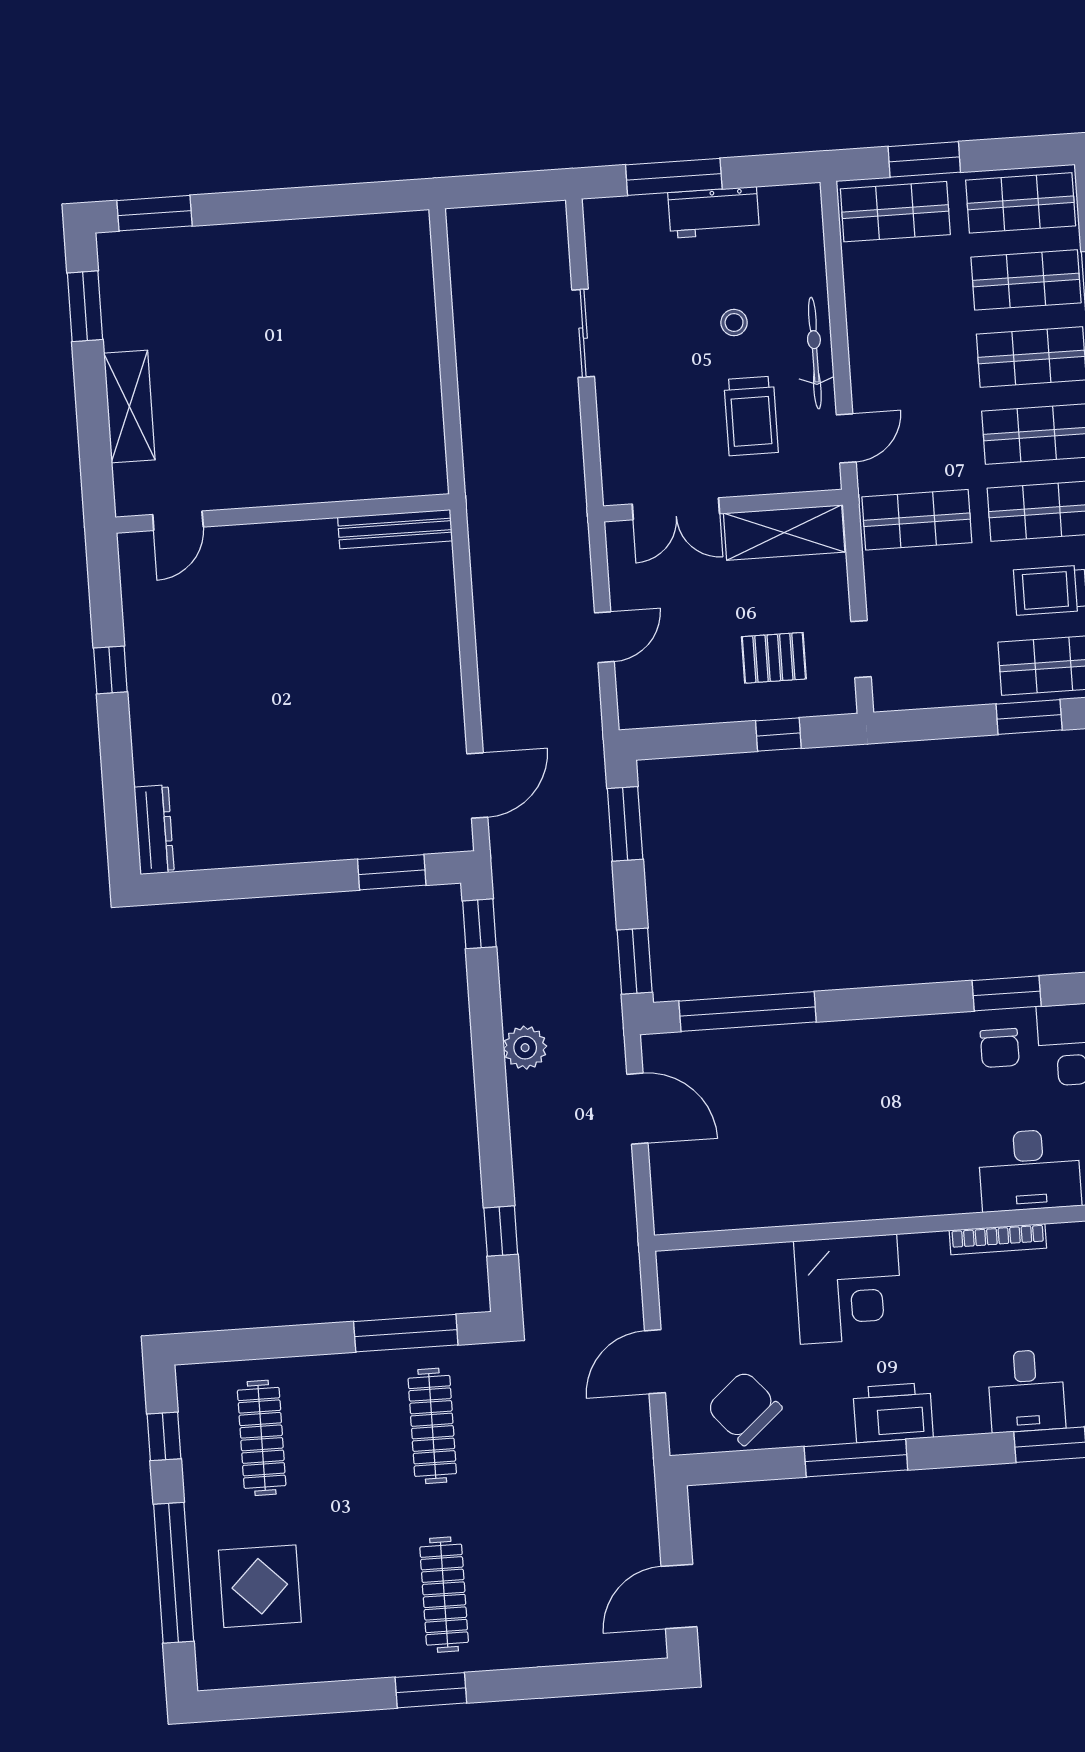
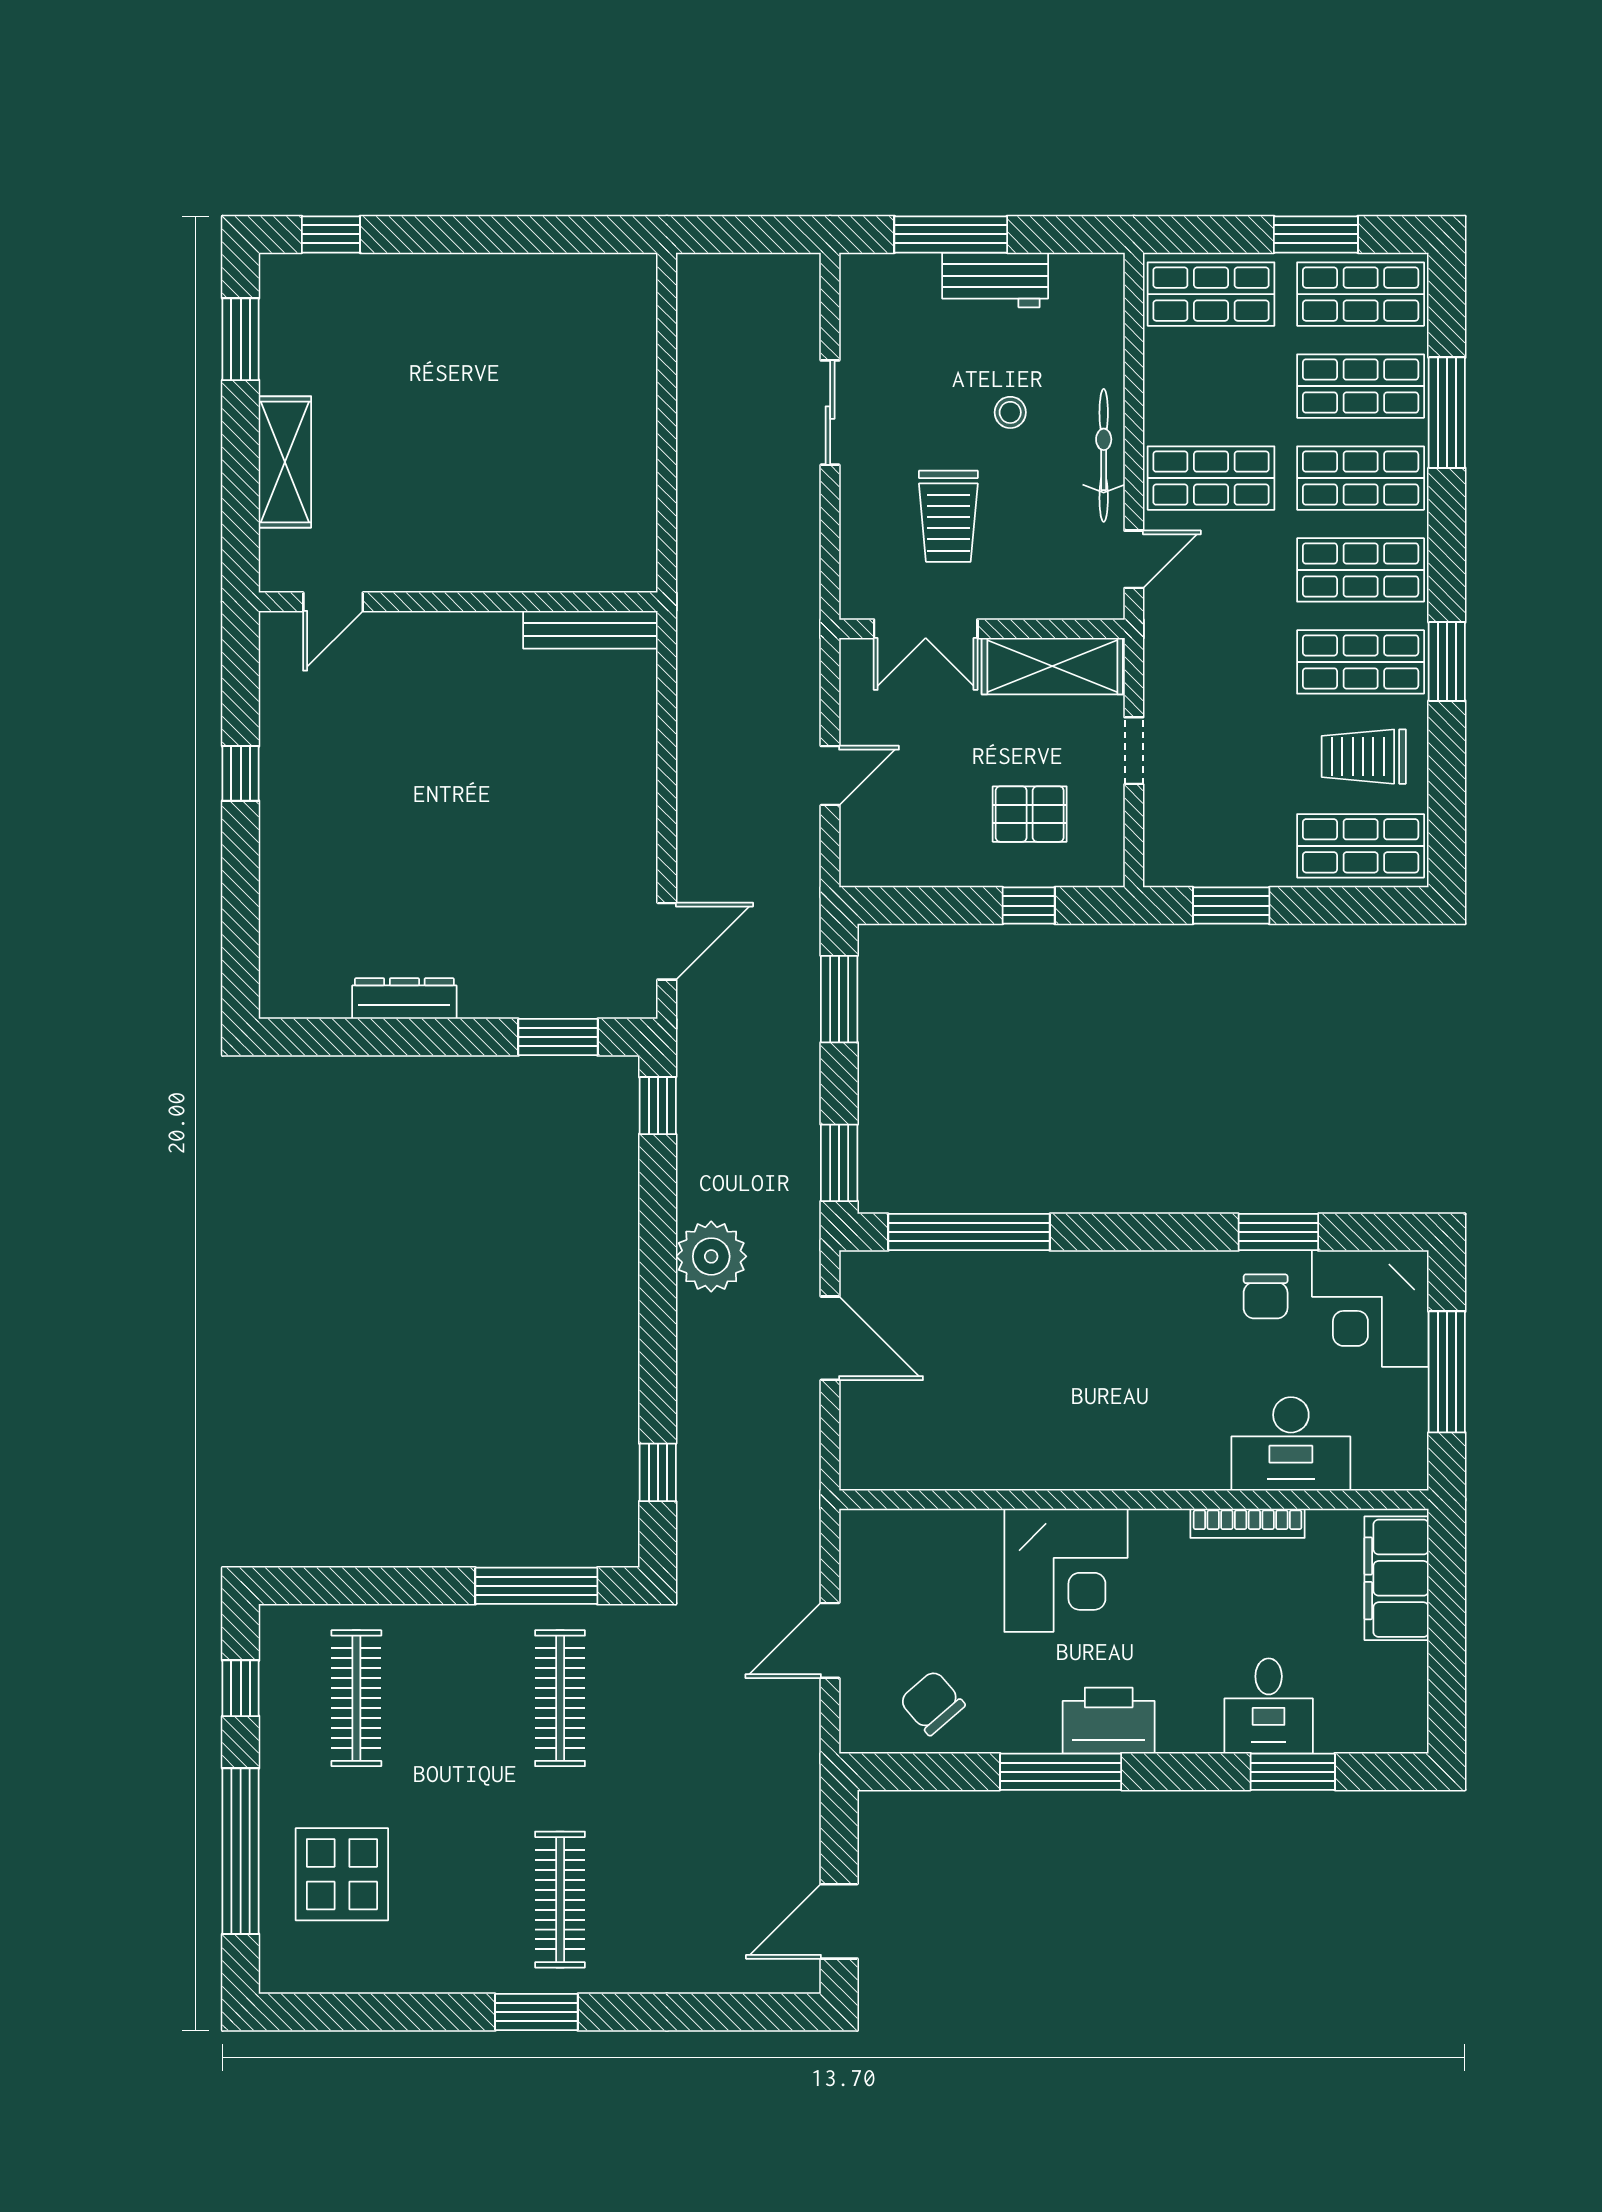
window: (924, 159) -> (1316, 234), moved
window: (155, 213) -> (331, 234), width x0.67
trolley: (751, 416) -> (948, 516), moved
shop shelf: (917, 520) -> (1211, 478), moved
doorway: (861, 649) -> (1134, 751), moved
window: (1029, 717) -> (1231, 906), moved
dresser: (154, 830) -> (404, 998), moved, turned -90
plant: (525, 1048) -> (711, 1256), width x1.36, depth x1.36
chair: (744, 1408) -> (932, 1703), width x0.73, depth x0.73

